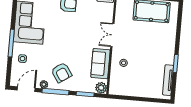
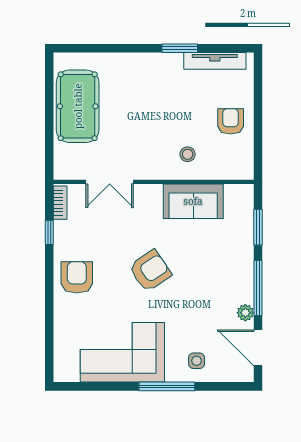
double door: (112, 35) -> (110, 182), moved
armchair: (61, 73) -> (150, 271), moved
armchair: (138, 85) -> (231, 121), added
plant: (101, 88) -> (242, 196), removed

